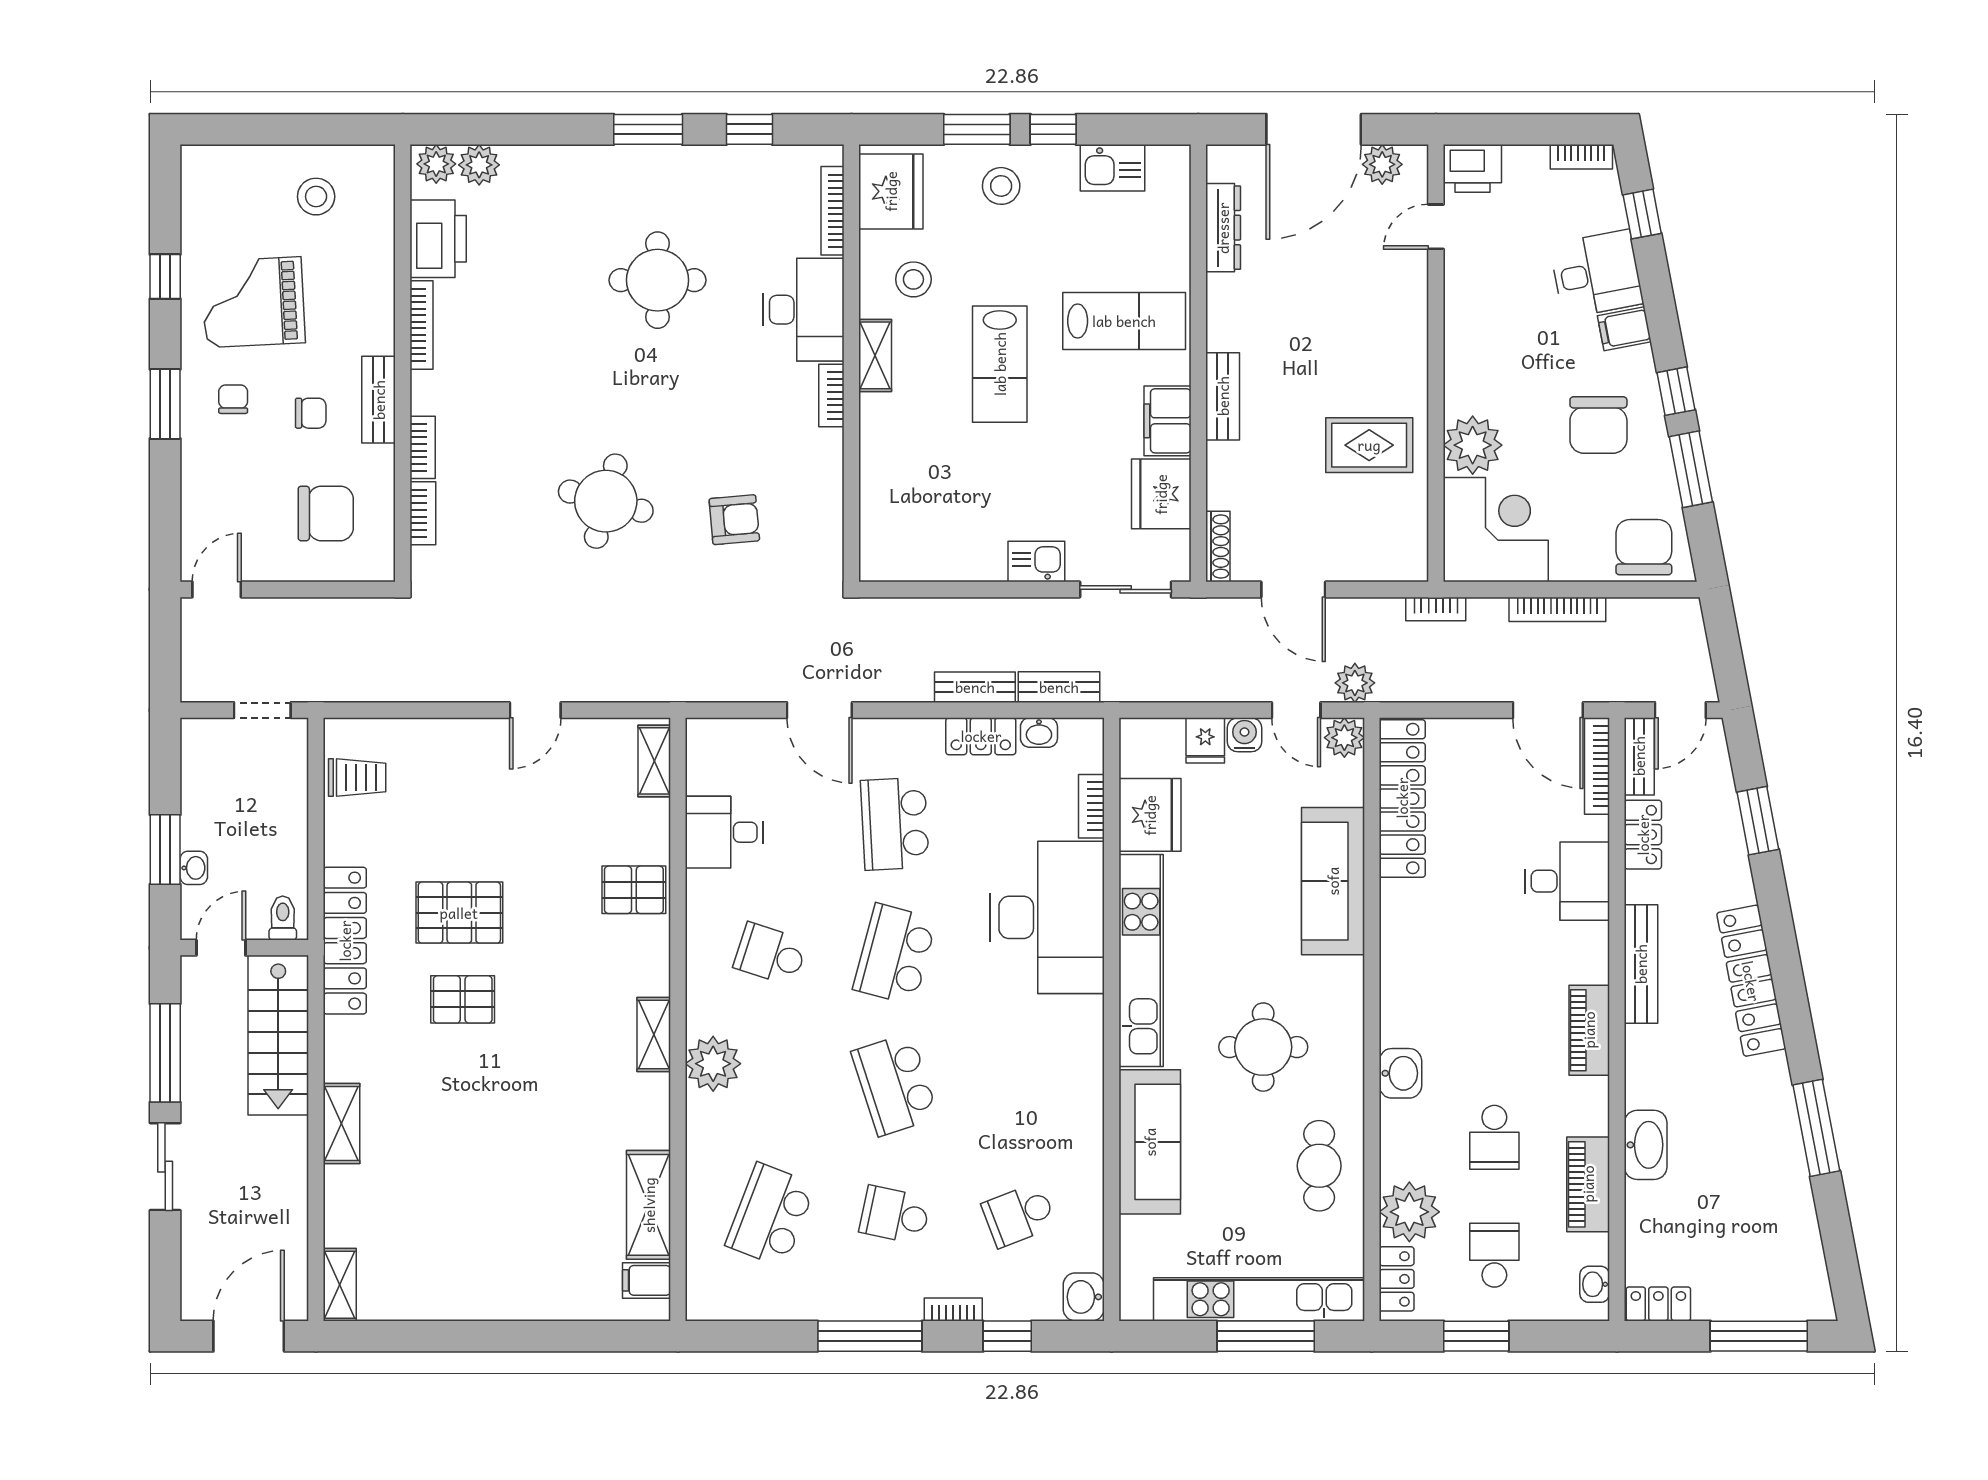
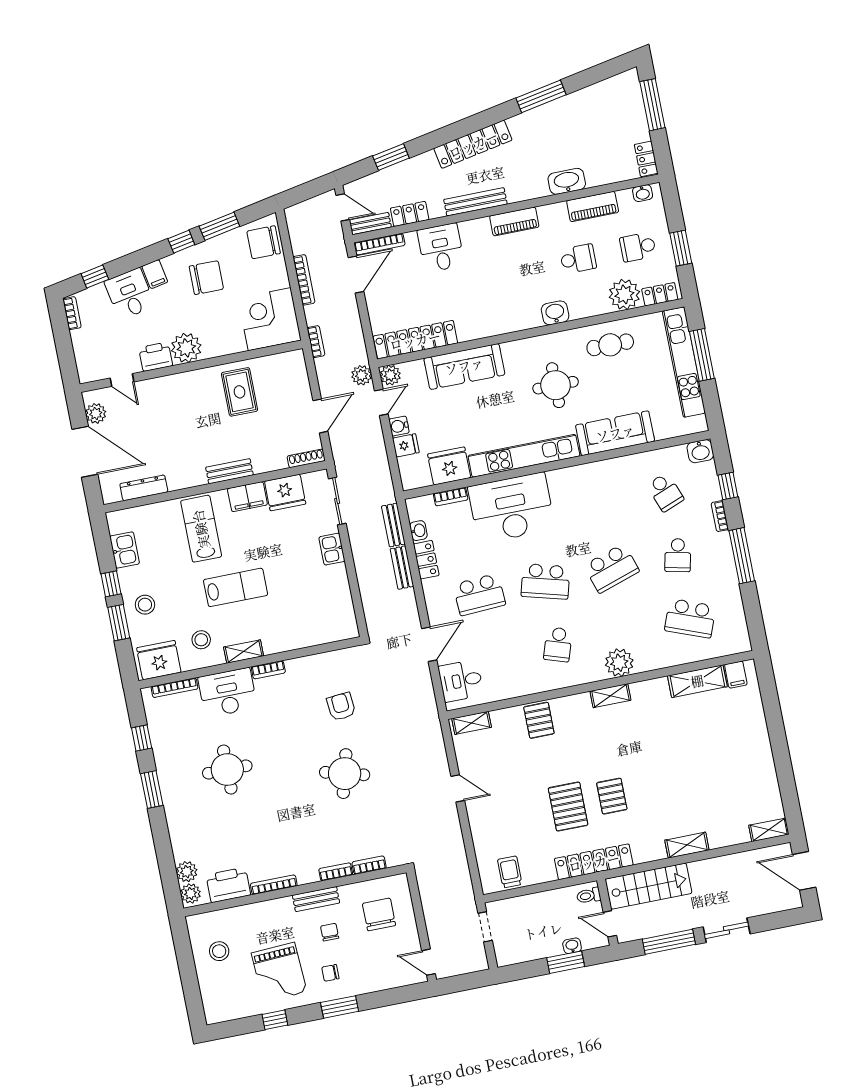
printer: (1472, 168) -> (156, 357), moved, turned -90
plant: (1473, 445) -> (186, 348), moved
desk: (724, 832) -> (461, 681), moved, turned 90

